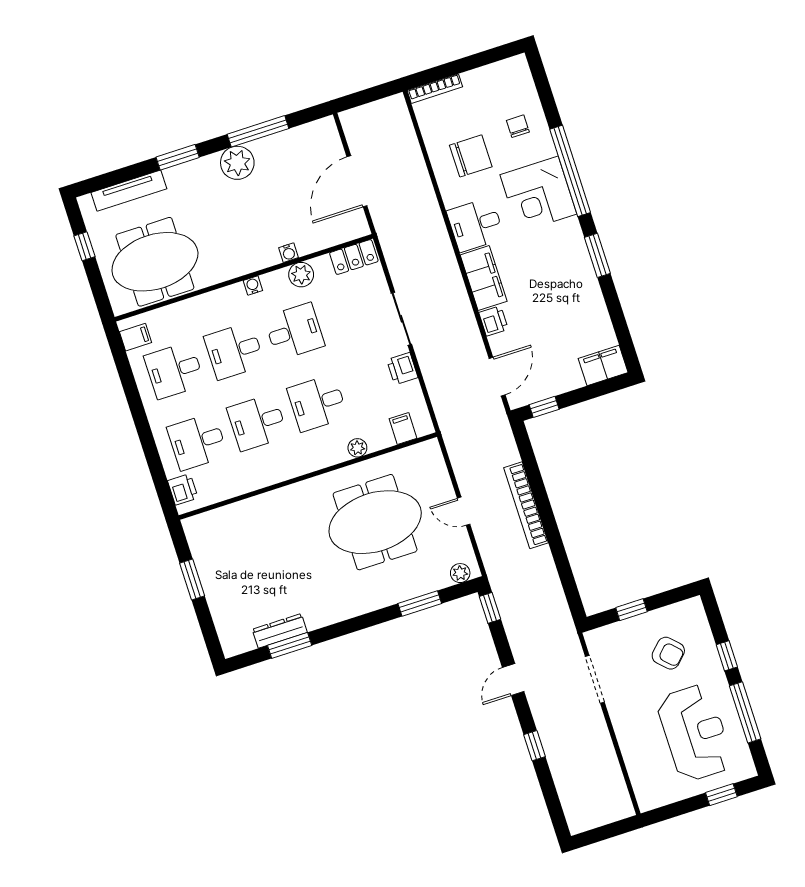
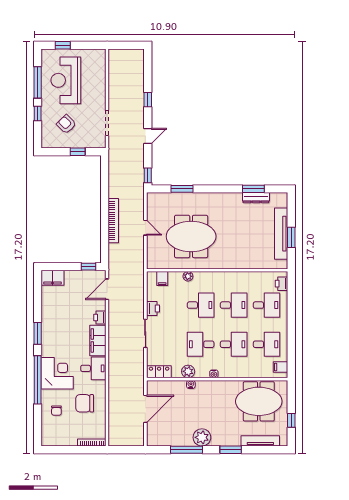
plant: (460, 573) -> (157, 197), removed
tv unit: (213, 580) -> (281, 234), added

